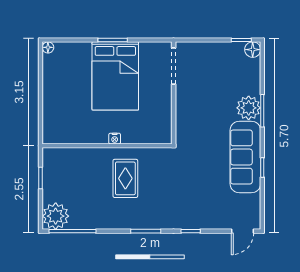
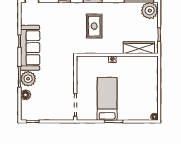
floor lamp: (253, 50) -> (25, 95), moved
bed: (115, 76) -> (107, 99), width x0.67
wardrobe: (73, 157) -> (139, 48), added
rug: (125, 178) -> (94, 26), moved

